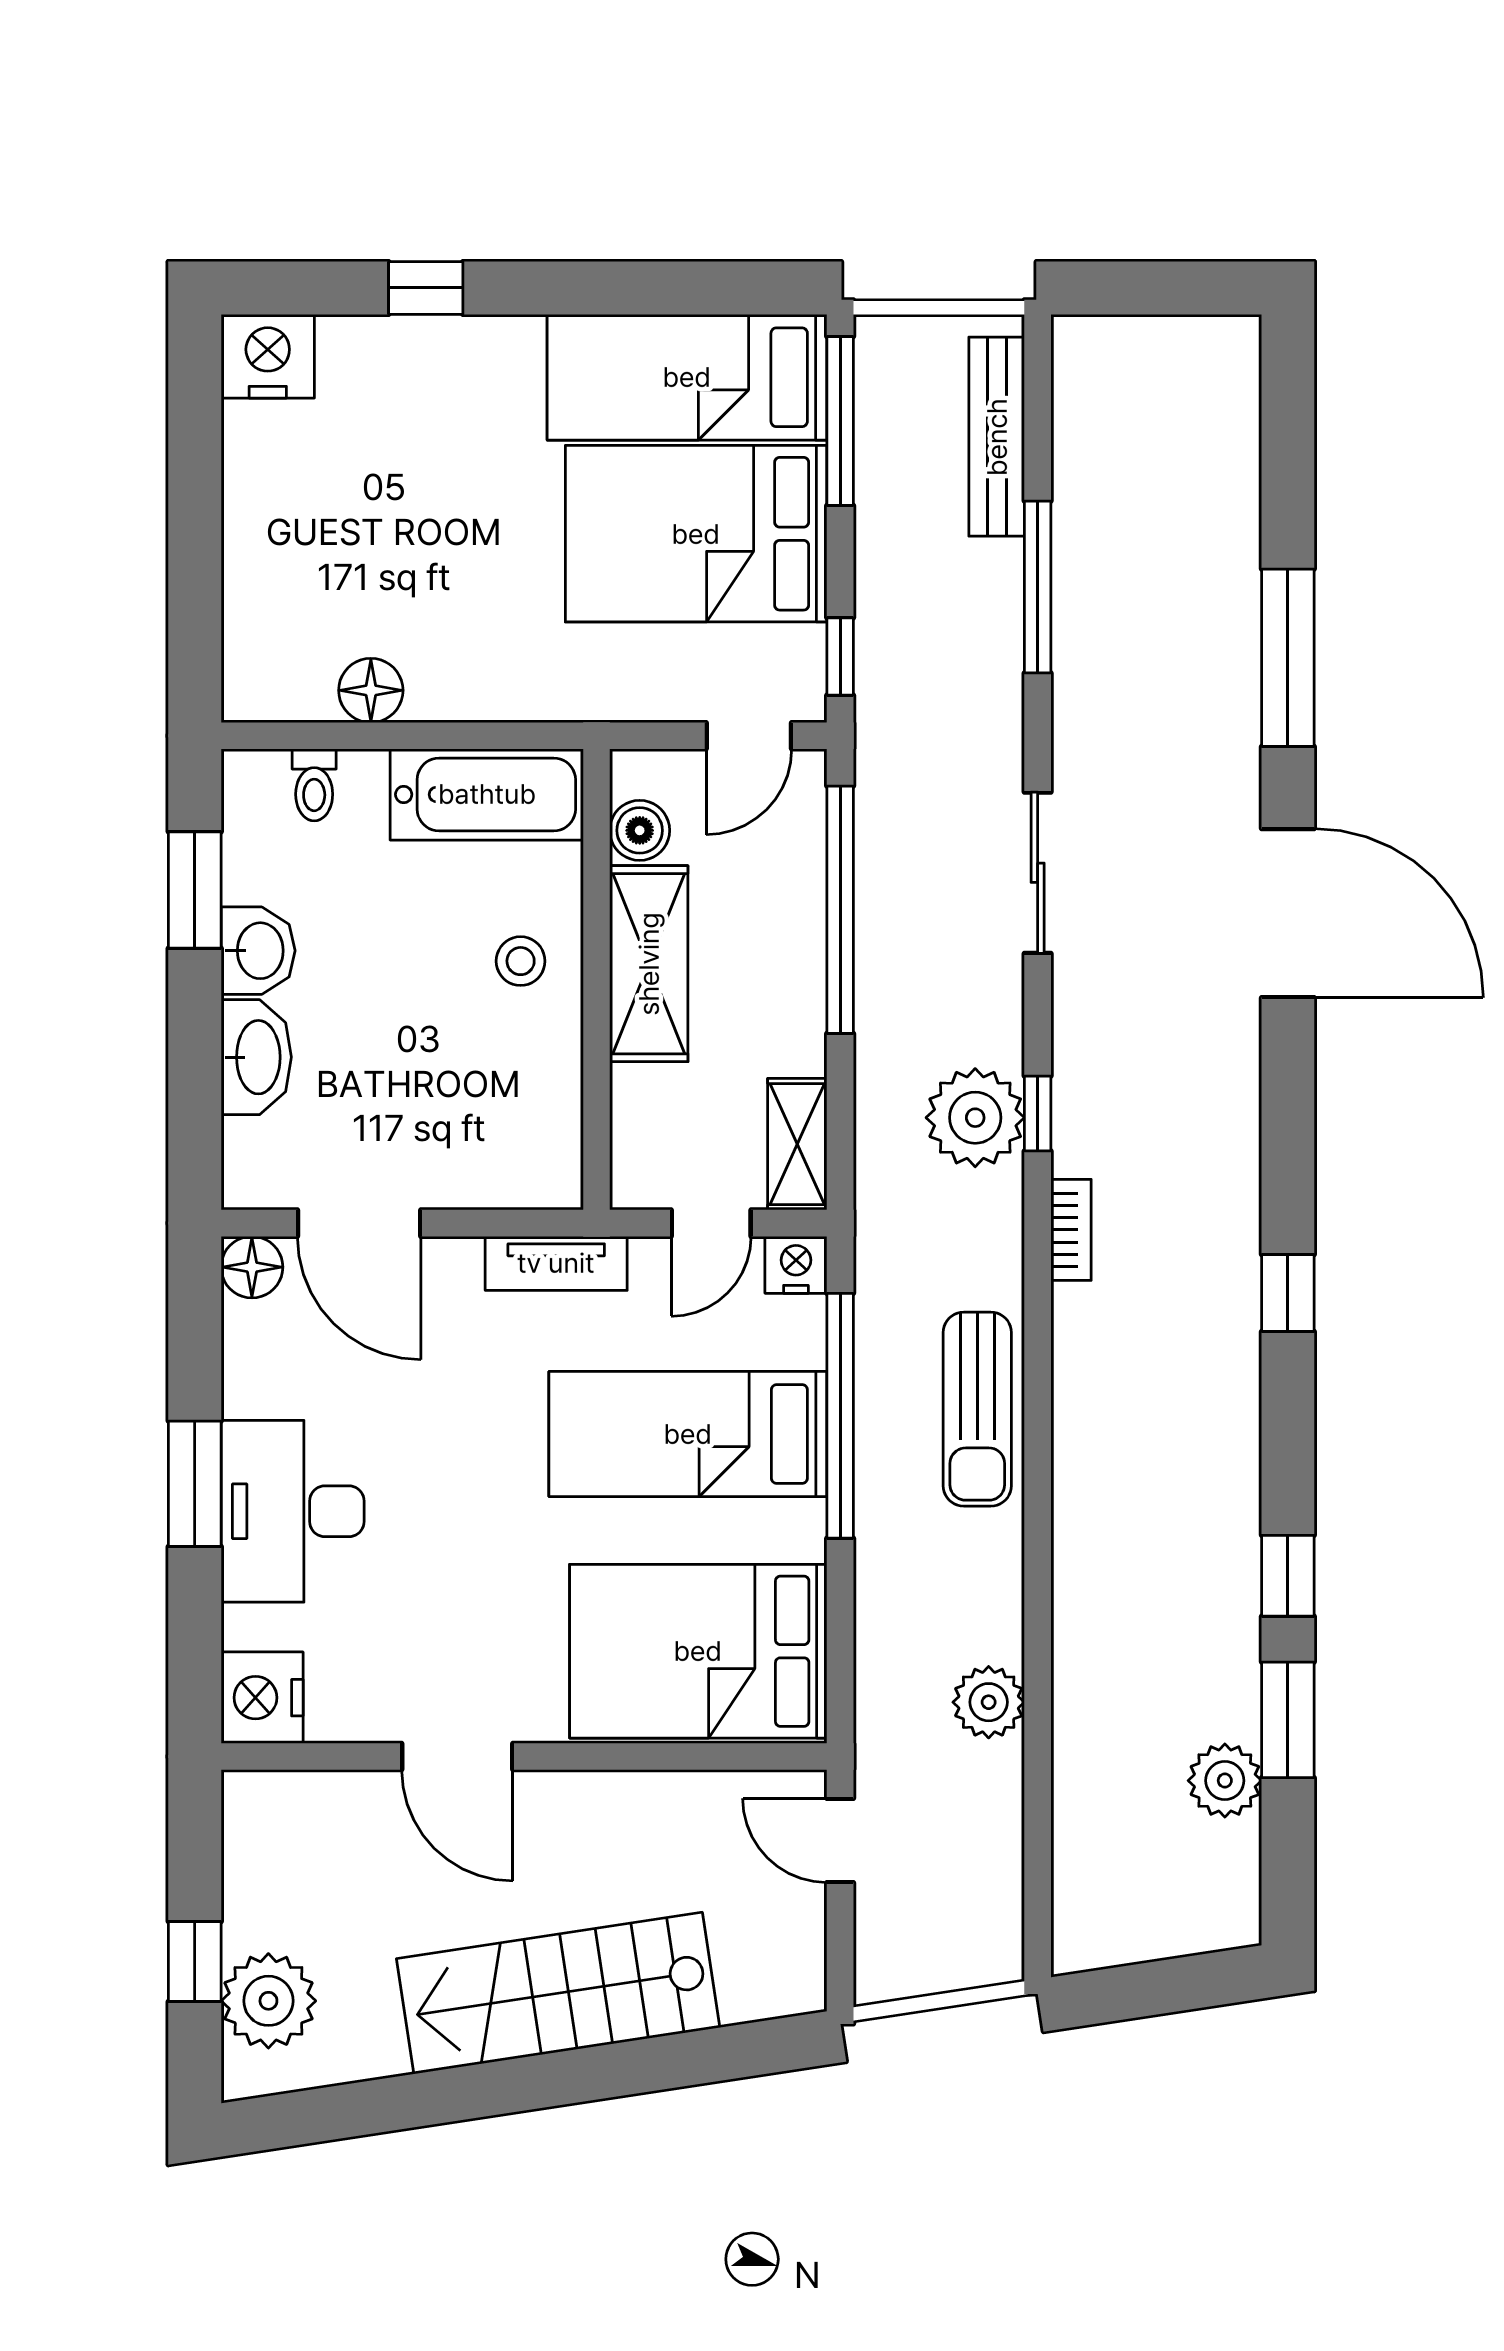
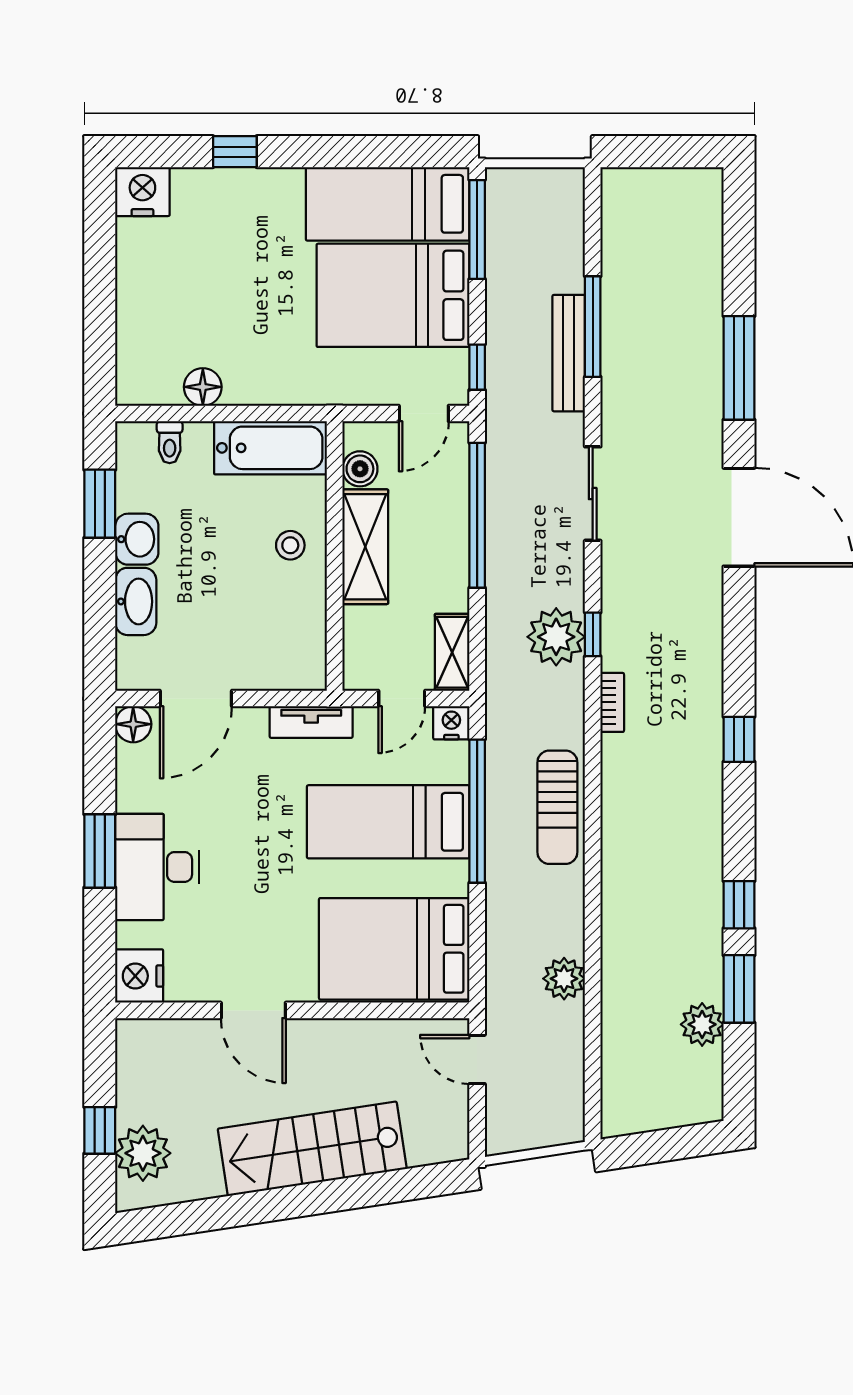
bench: (997, 437) -> (569, 353), moved
door: (359, 1223) -> (196, 698), hinge flipped

